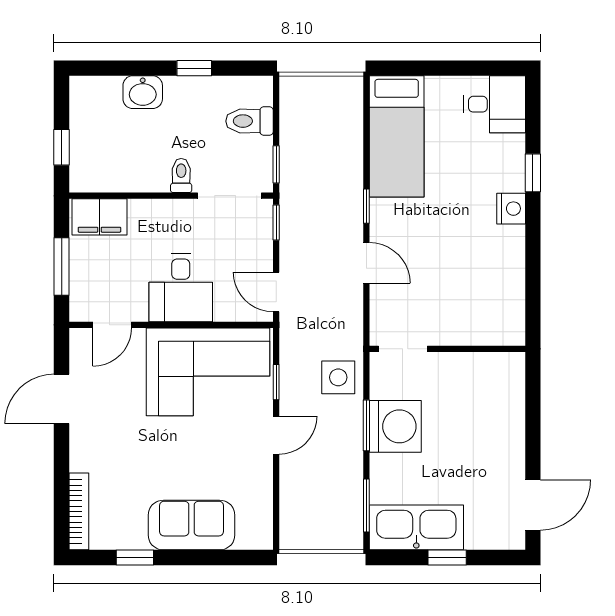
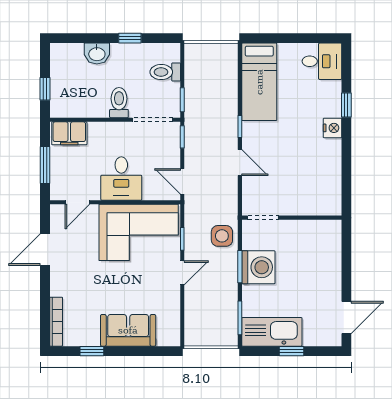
toilet: (181, 176) -> (119, 103), width x1.37, depth x1.39

